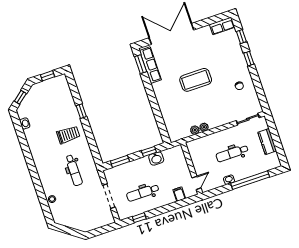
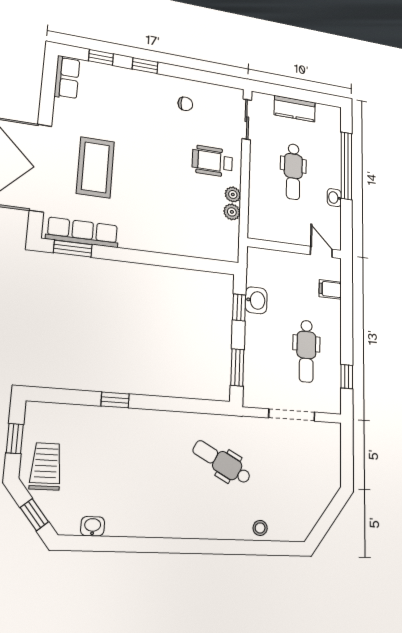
coffee table: (196, 80) -> (95, 167), moved
wheelchair: (216, 111) -> (212, 161), added
trolley: (68, 135) -> (46, 466), moved
dental chair: (74, 170) -> (222, 462), turned -152

